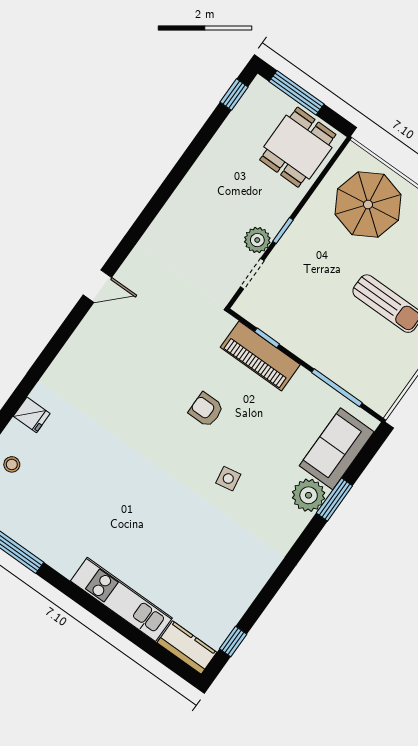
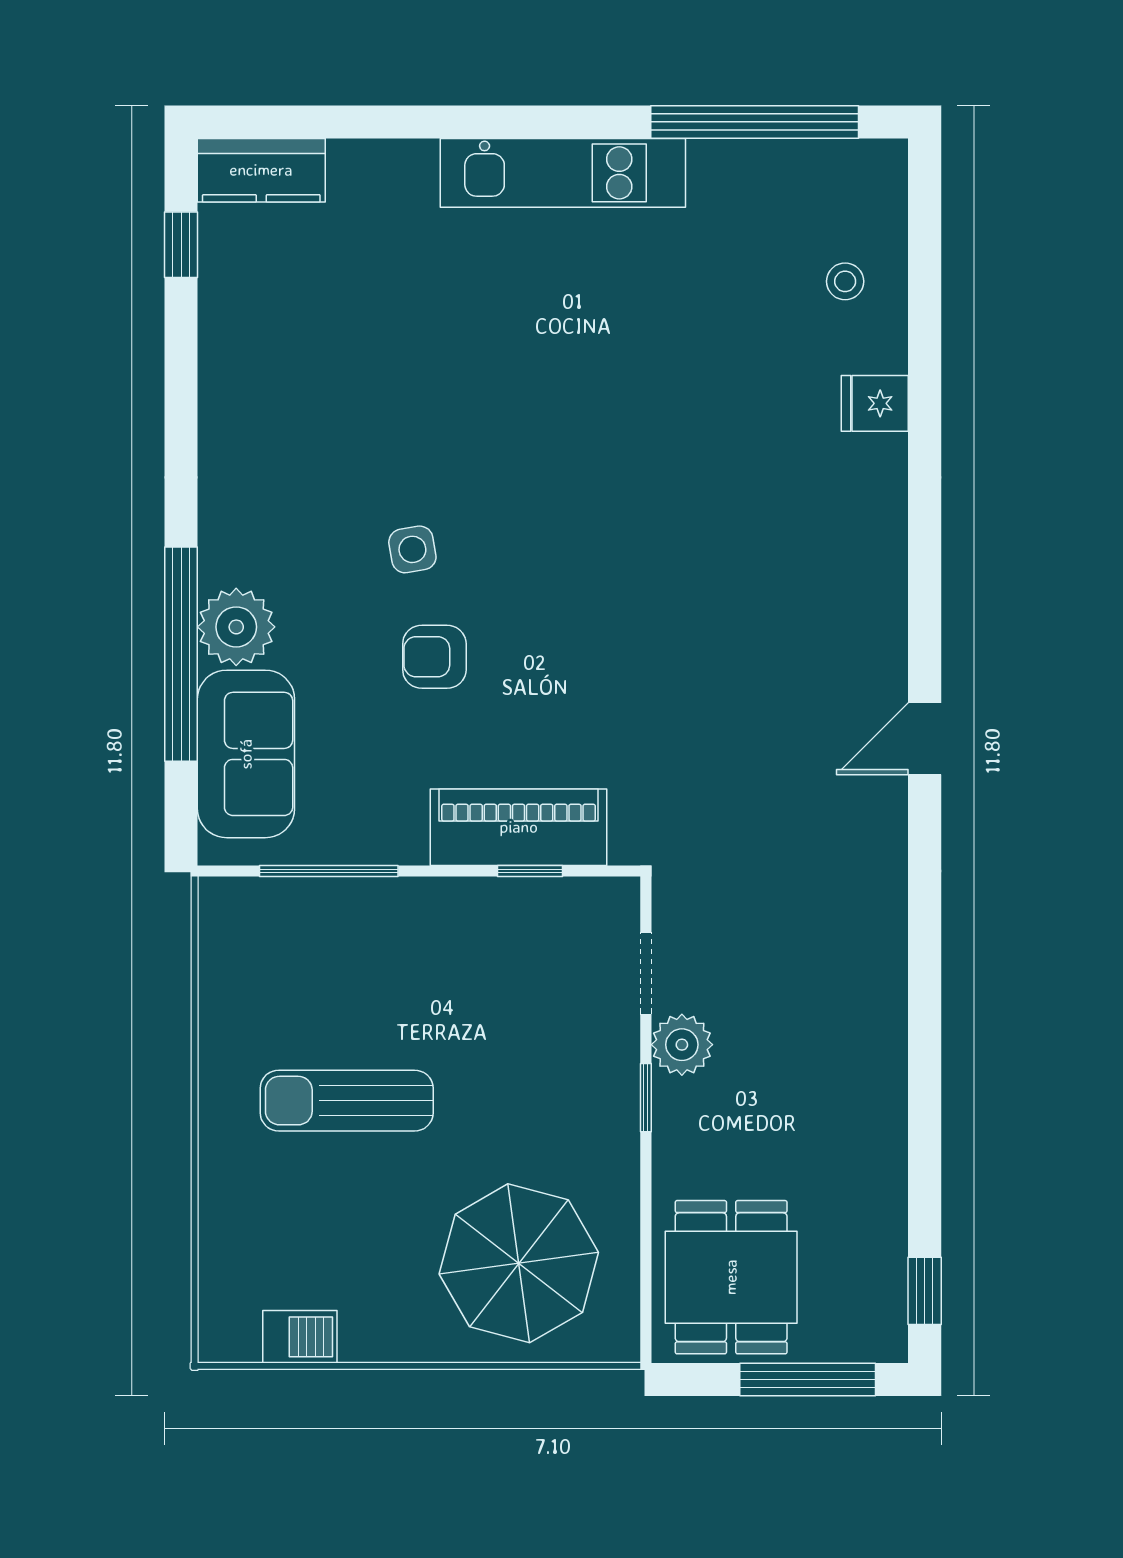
armchair: (206, 410) -> (434, 657), moved, turned 180
window: (334, 499) -> (181, 654), width x2.11
kitchen unit: (121, 599) -> (563, 173), moved

